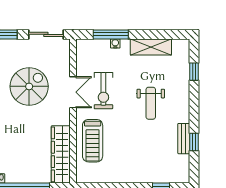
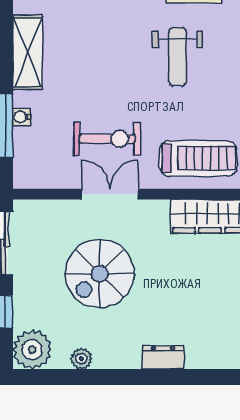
spiral stairs: (29, 86) -> (100, 274), turned -90
weight bench: (151, 103) -> (178, 57), moved, turned 90

